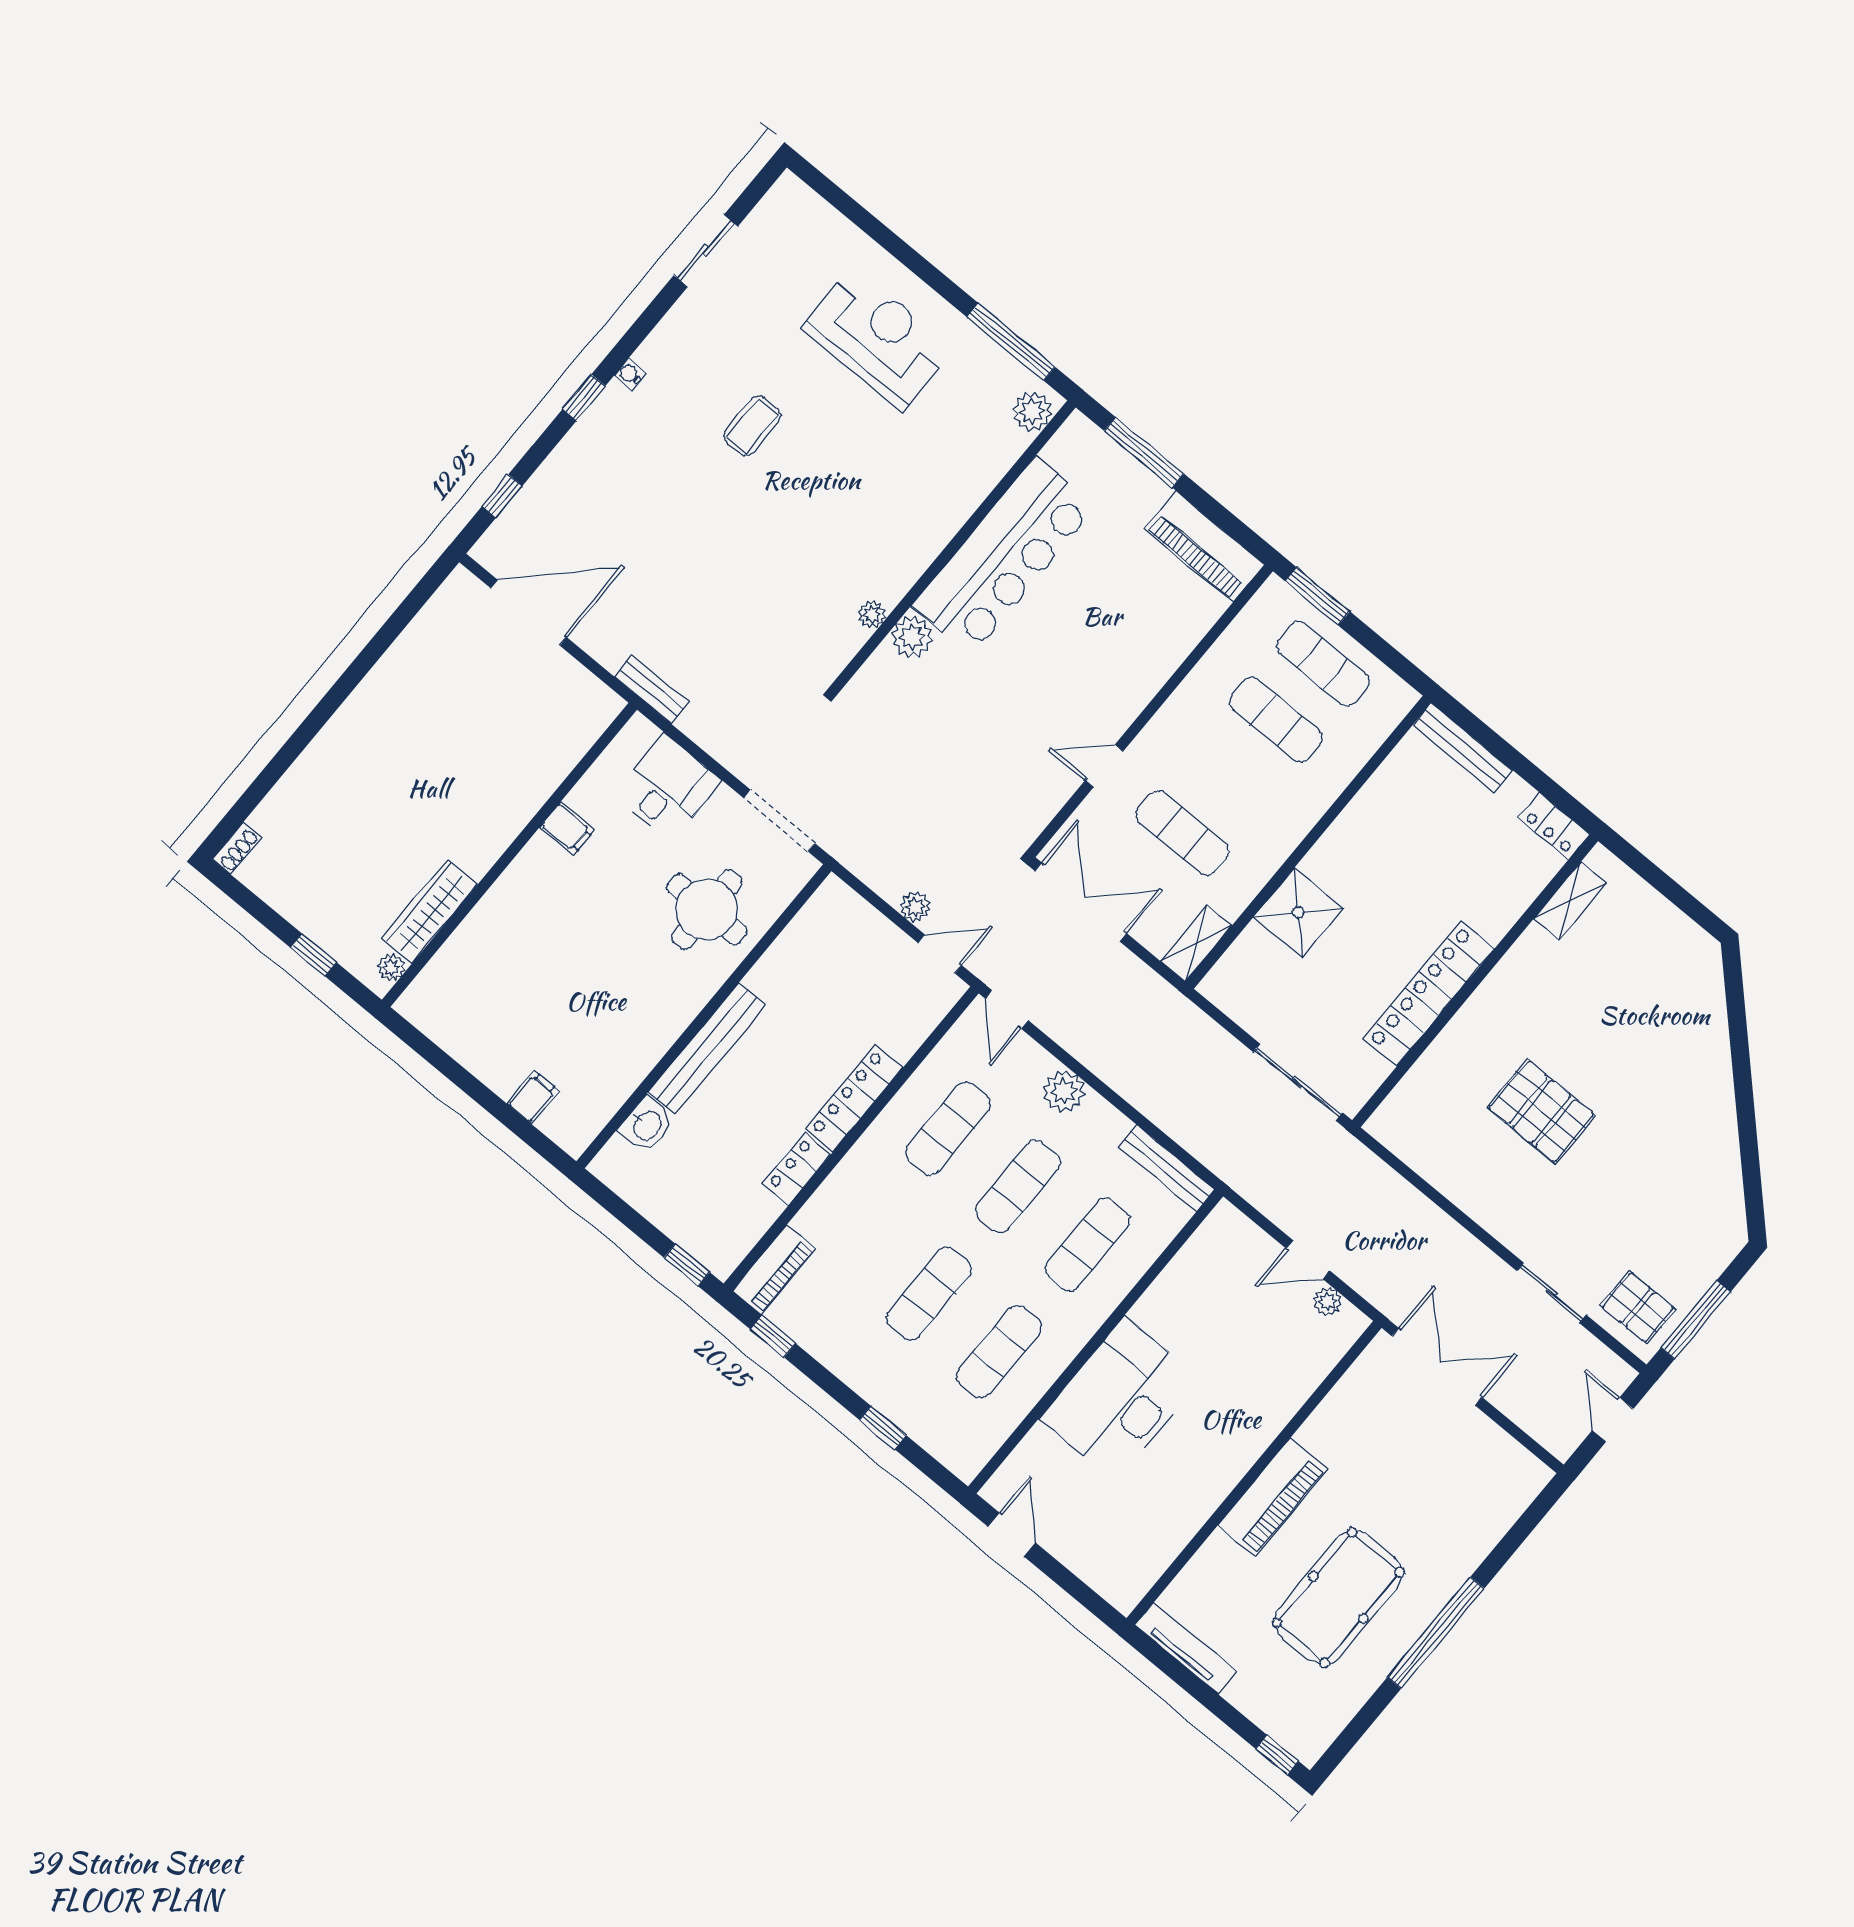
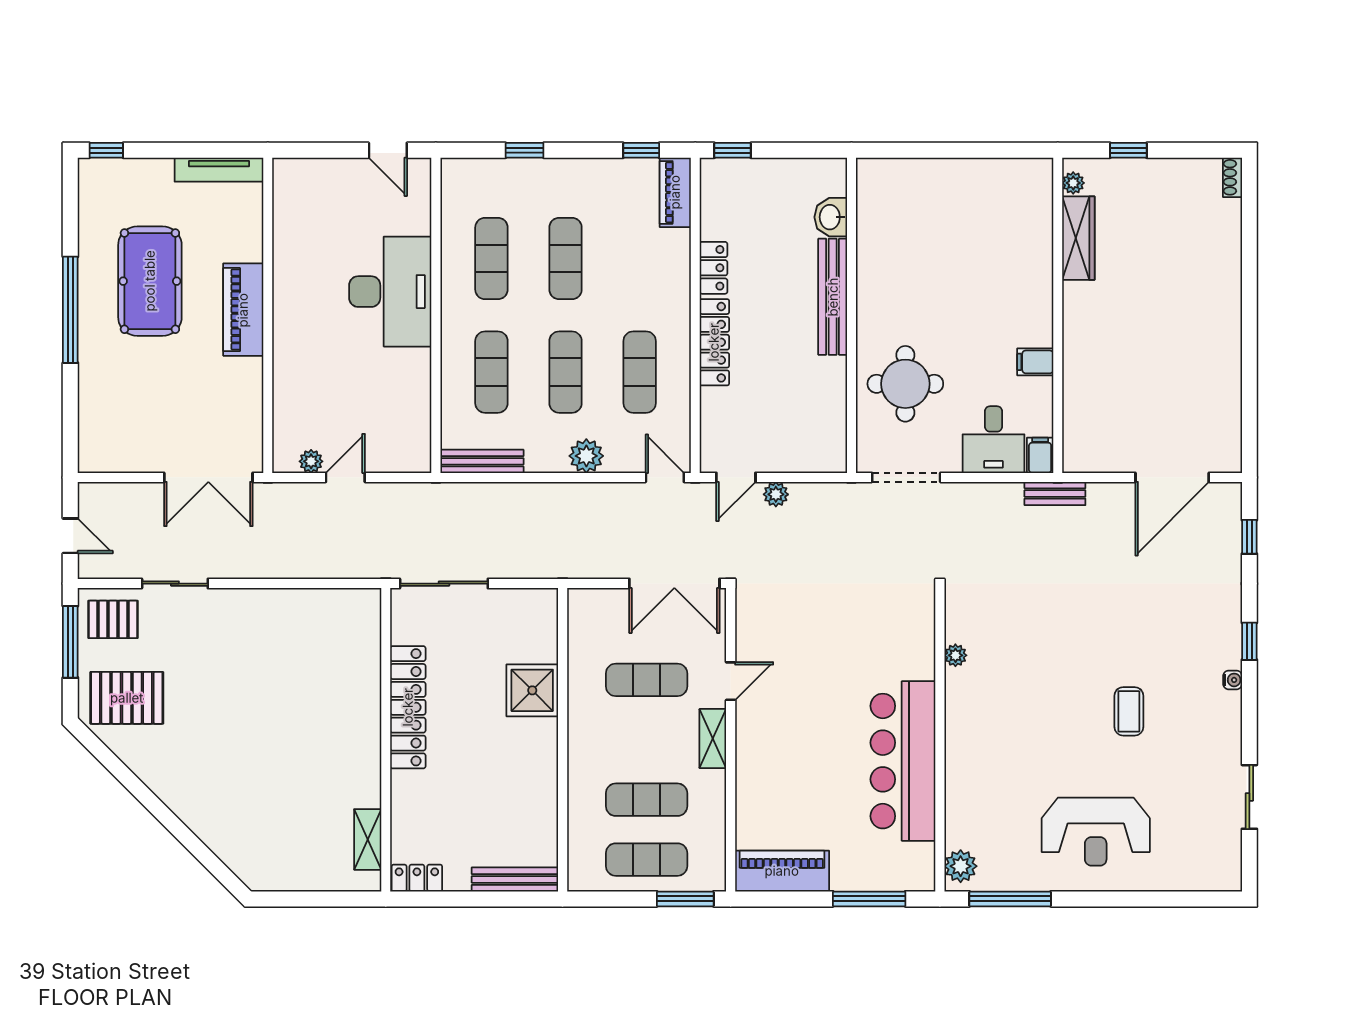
plant: (912, 637) -> (919, 662), removed
shelving: (1196, 943) -> (713, 739), moved
filing cabinet: (533, 1097) -> (1040, 455), moved, turned 180
pallet: (1542, 1111) -> (127, 698), moved

